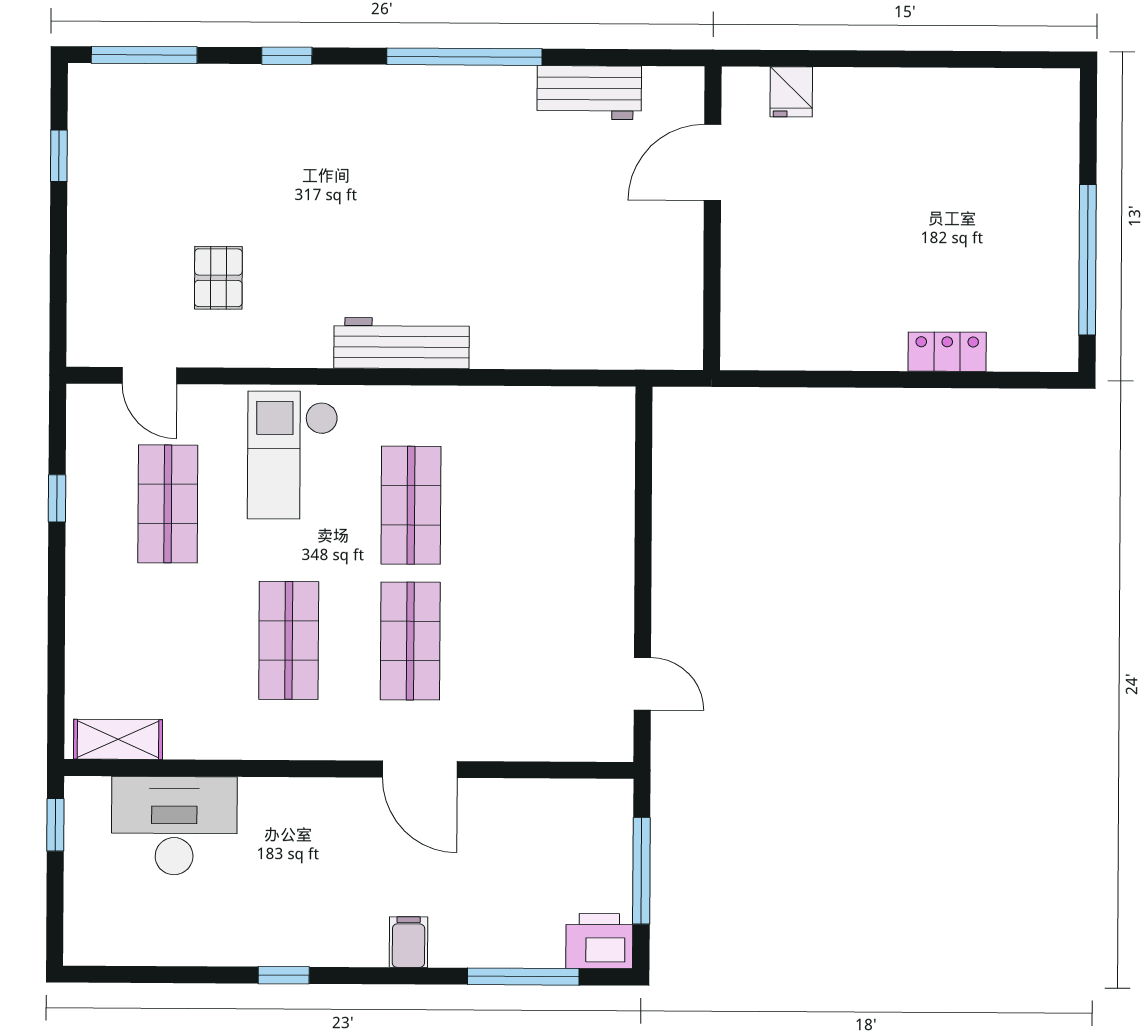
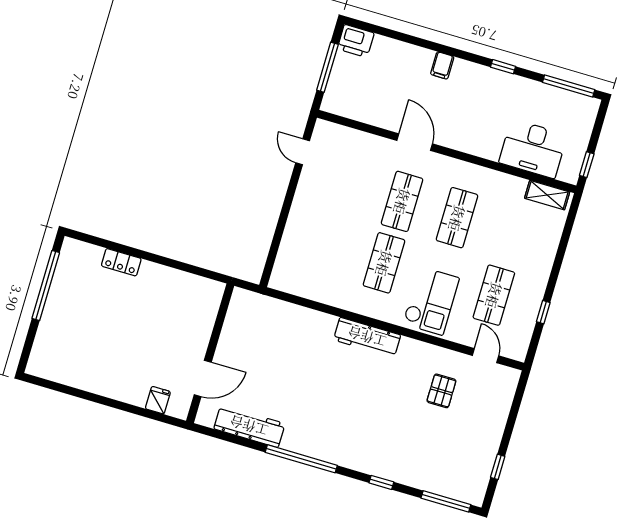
workbench: (589, 93) -> (249, 426), width x1.38
window: (523, 977) -> (569, 86), moved

